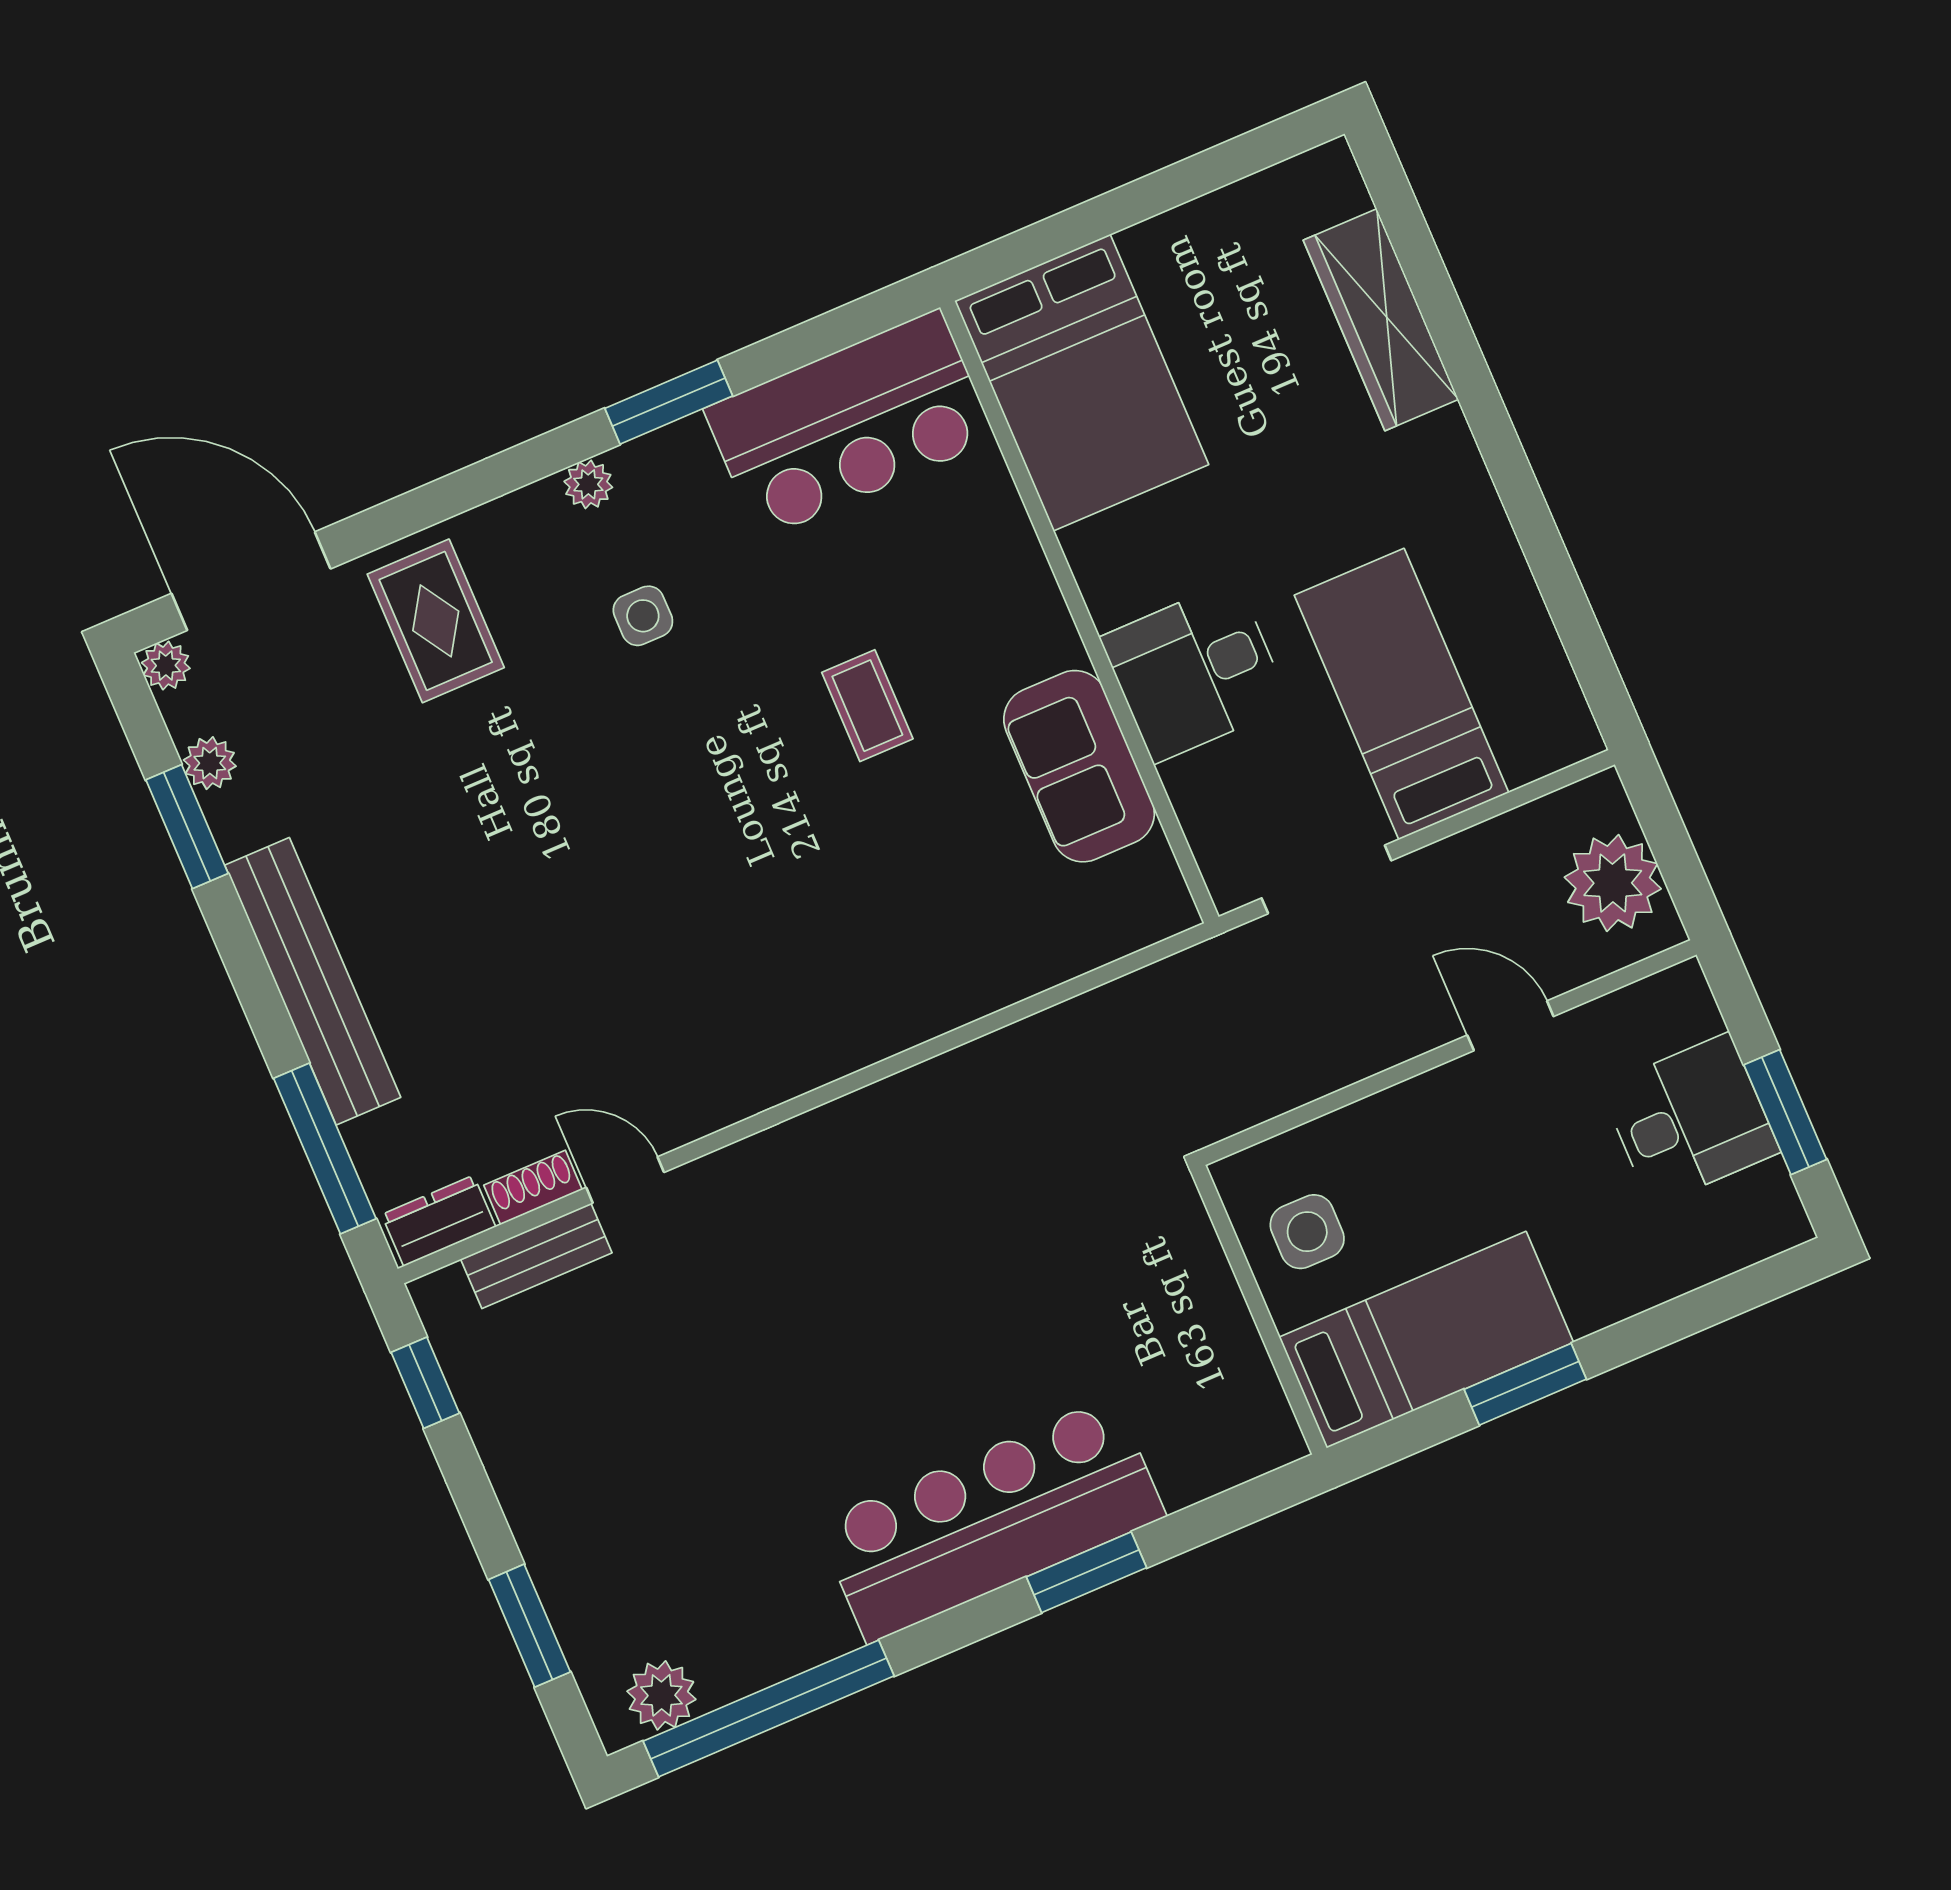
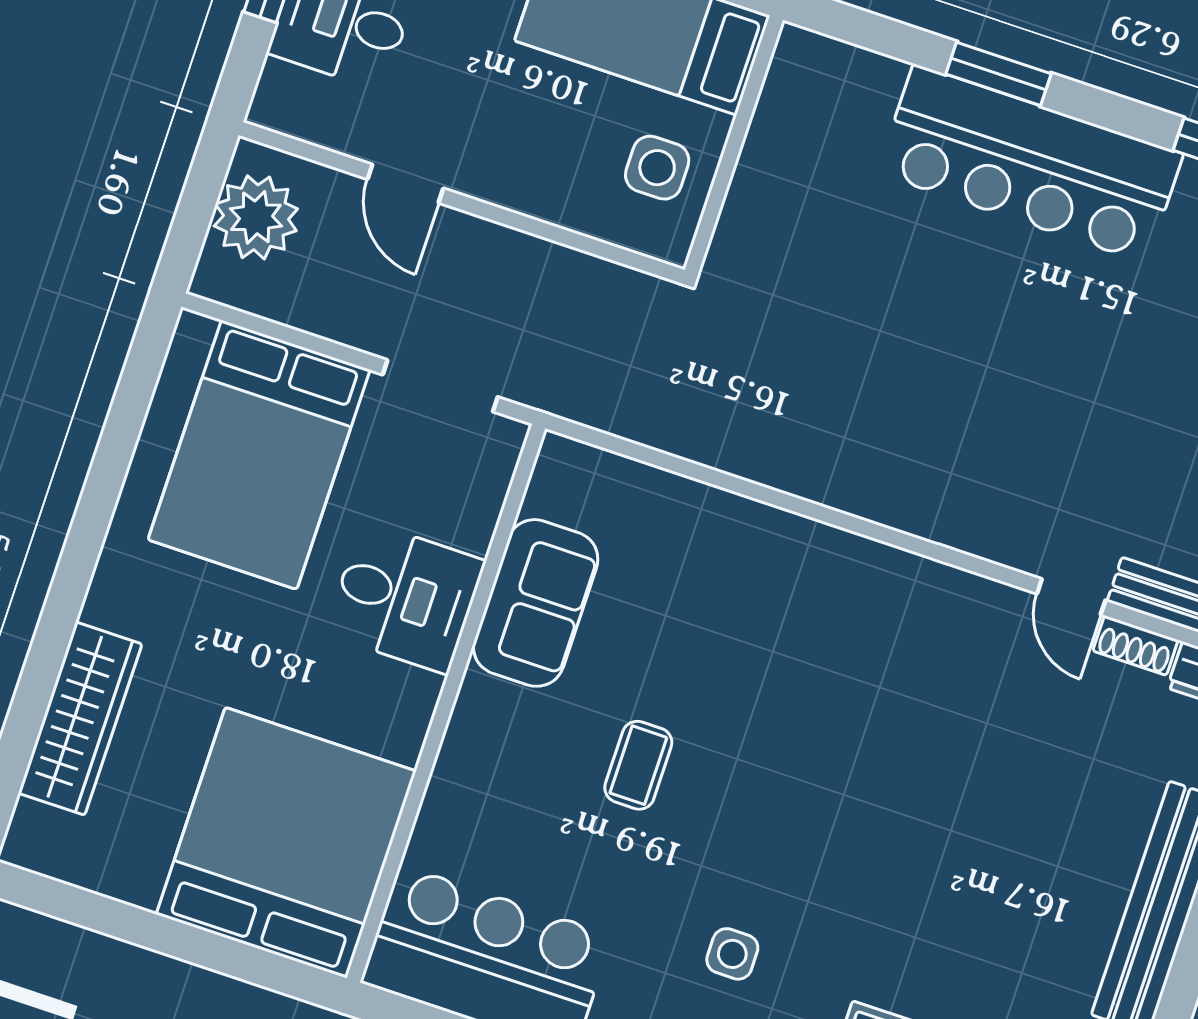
bed: (1082, 383) -> (286, 843), width x1.36
bed: (1401, 694) -> (259, 455), width x1.50

